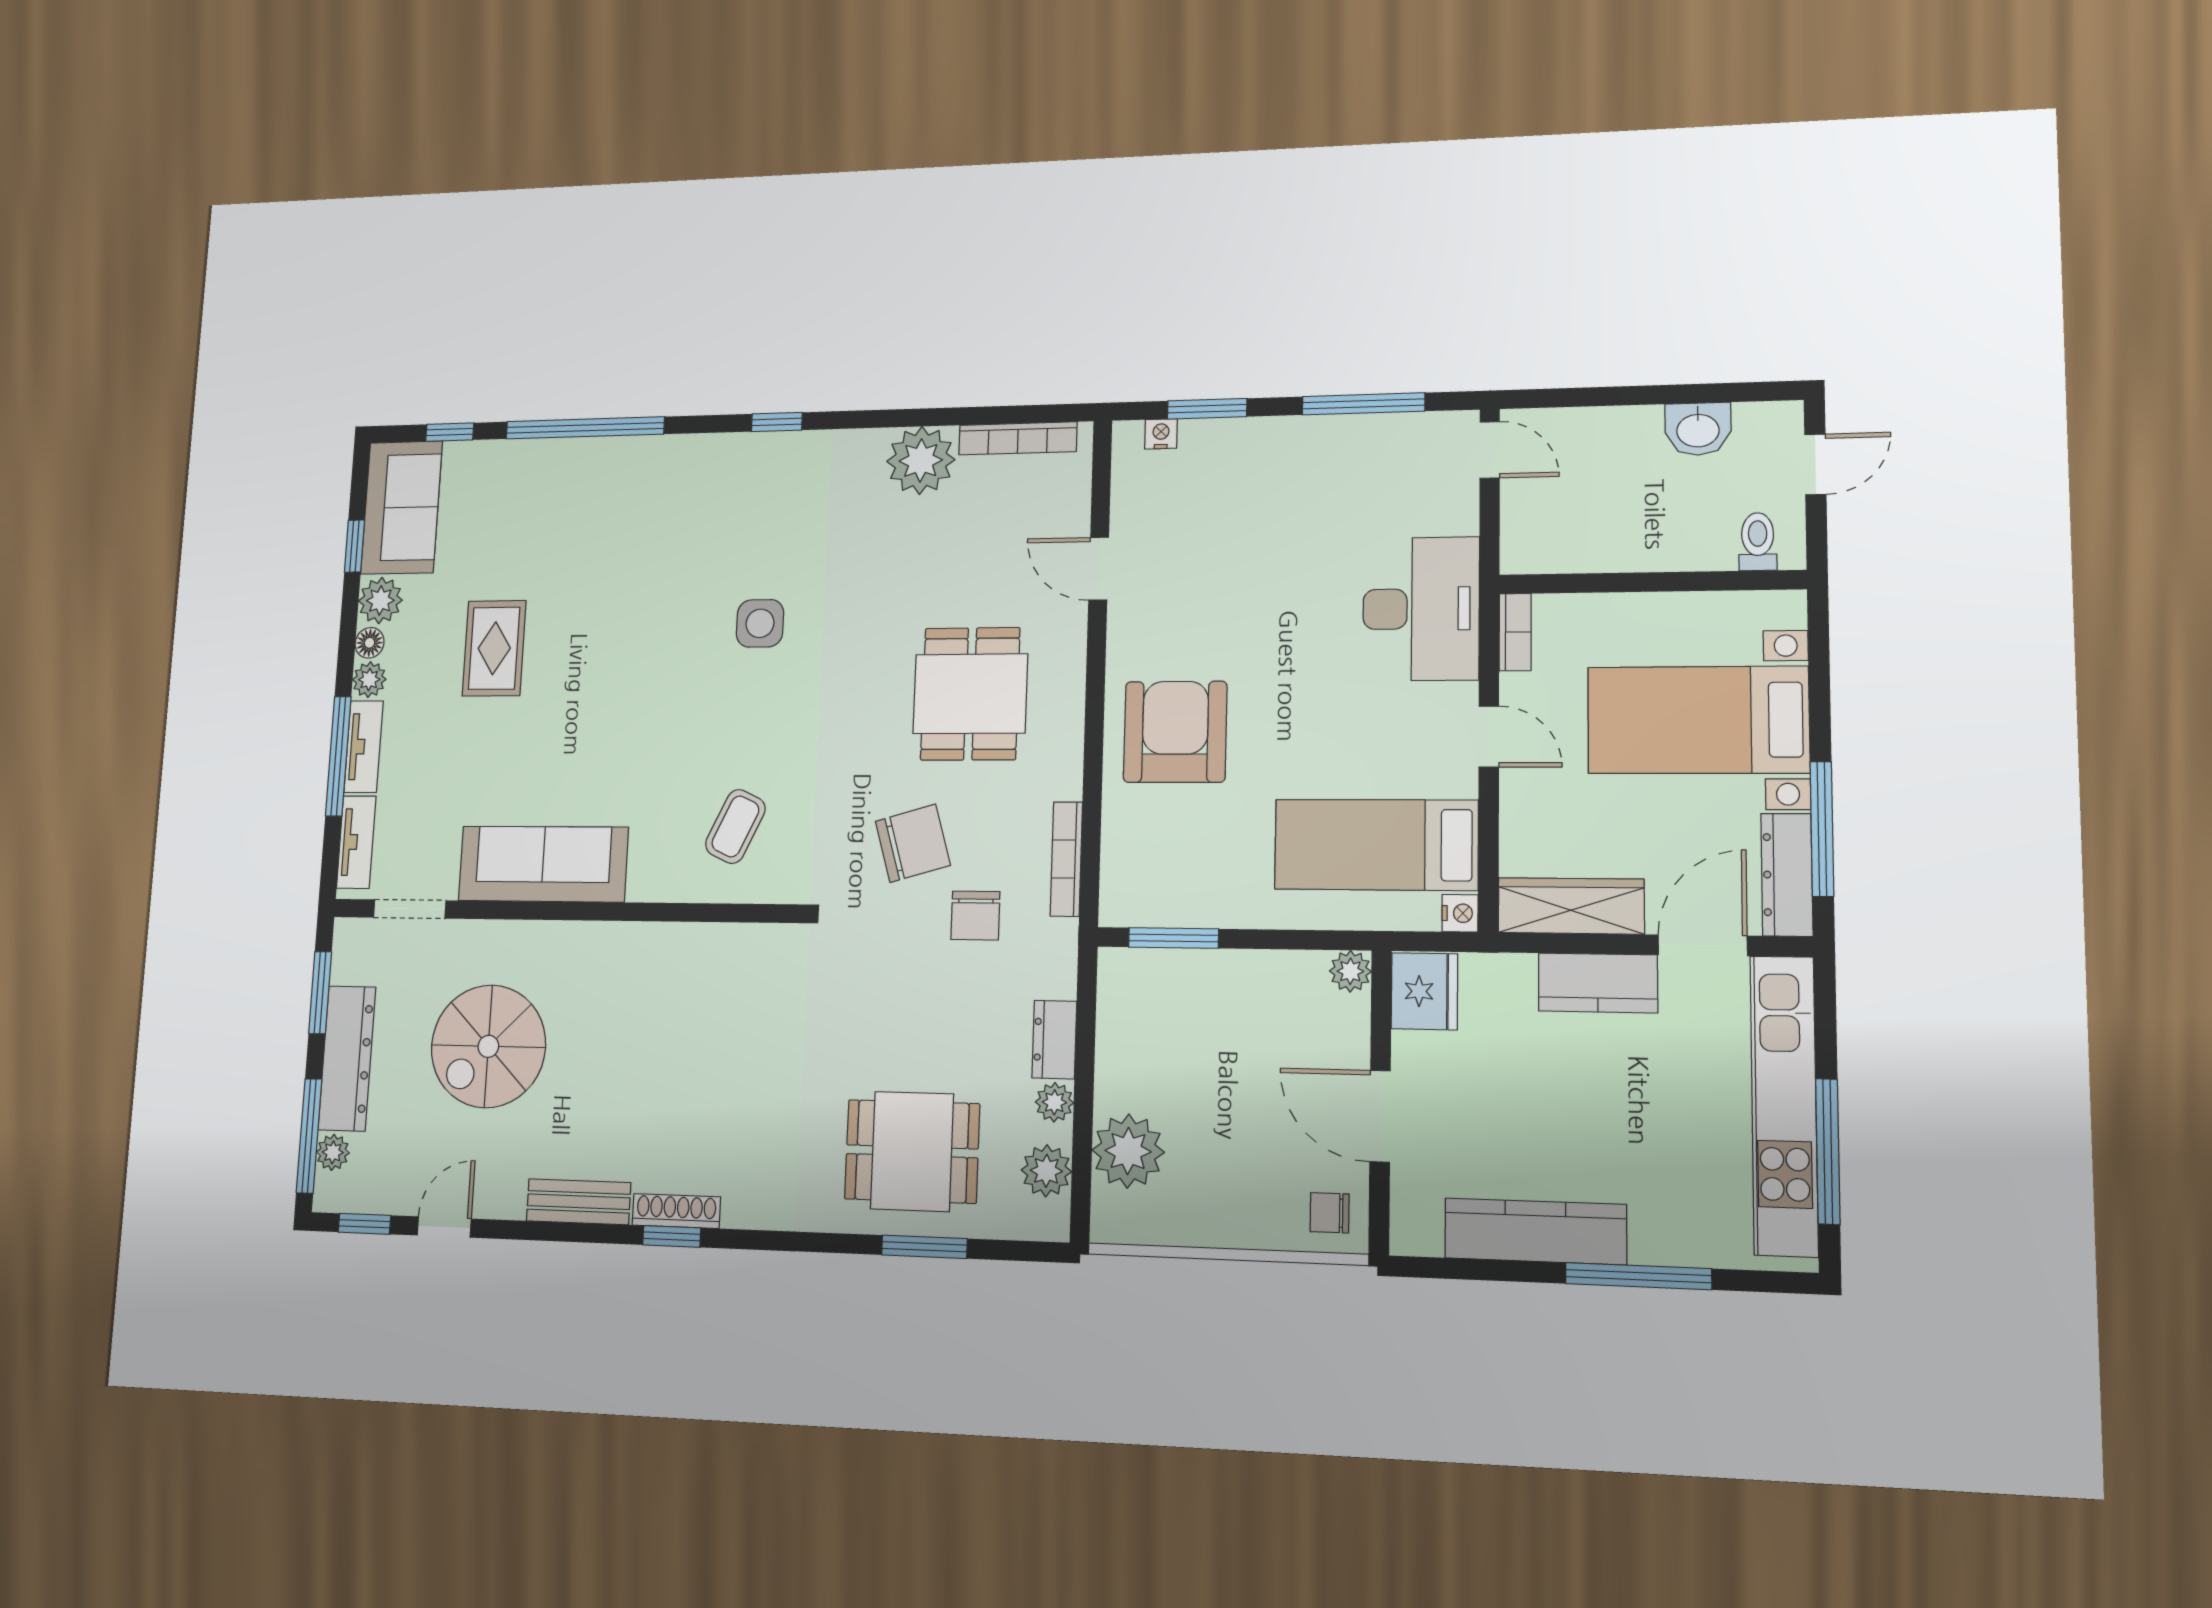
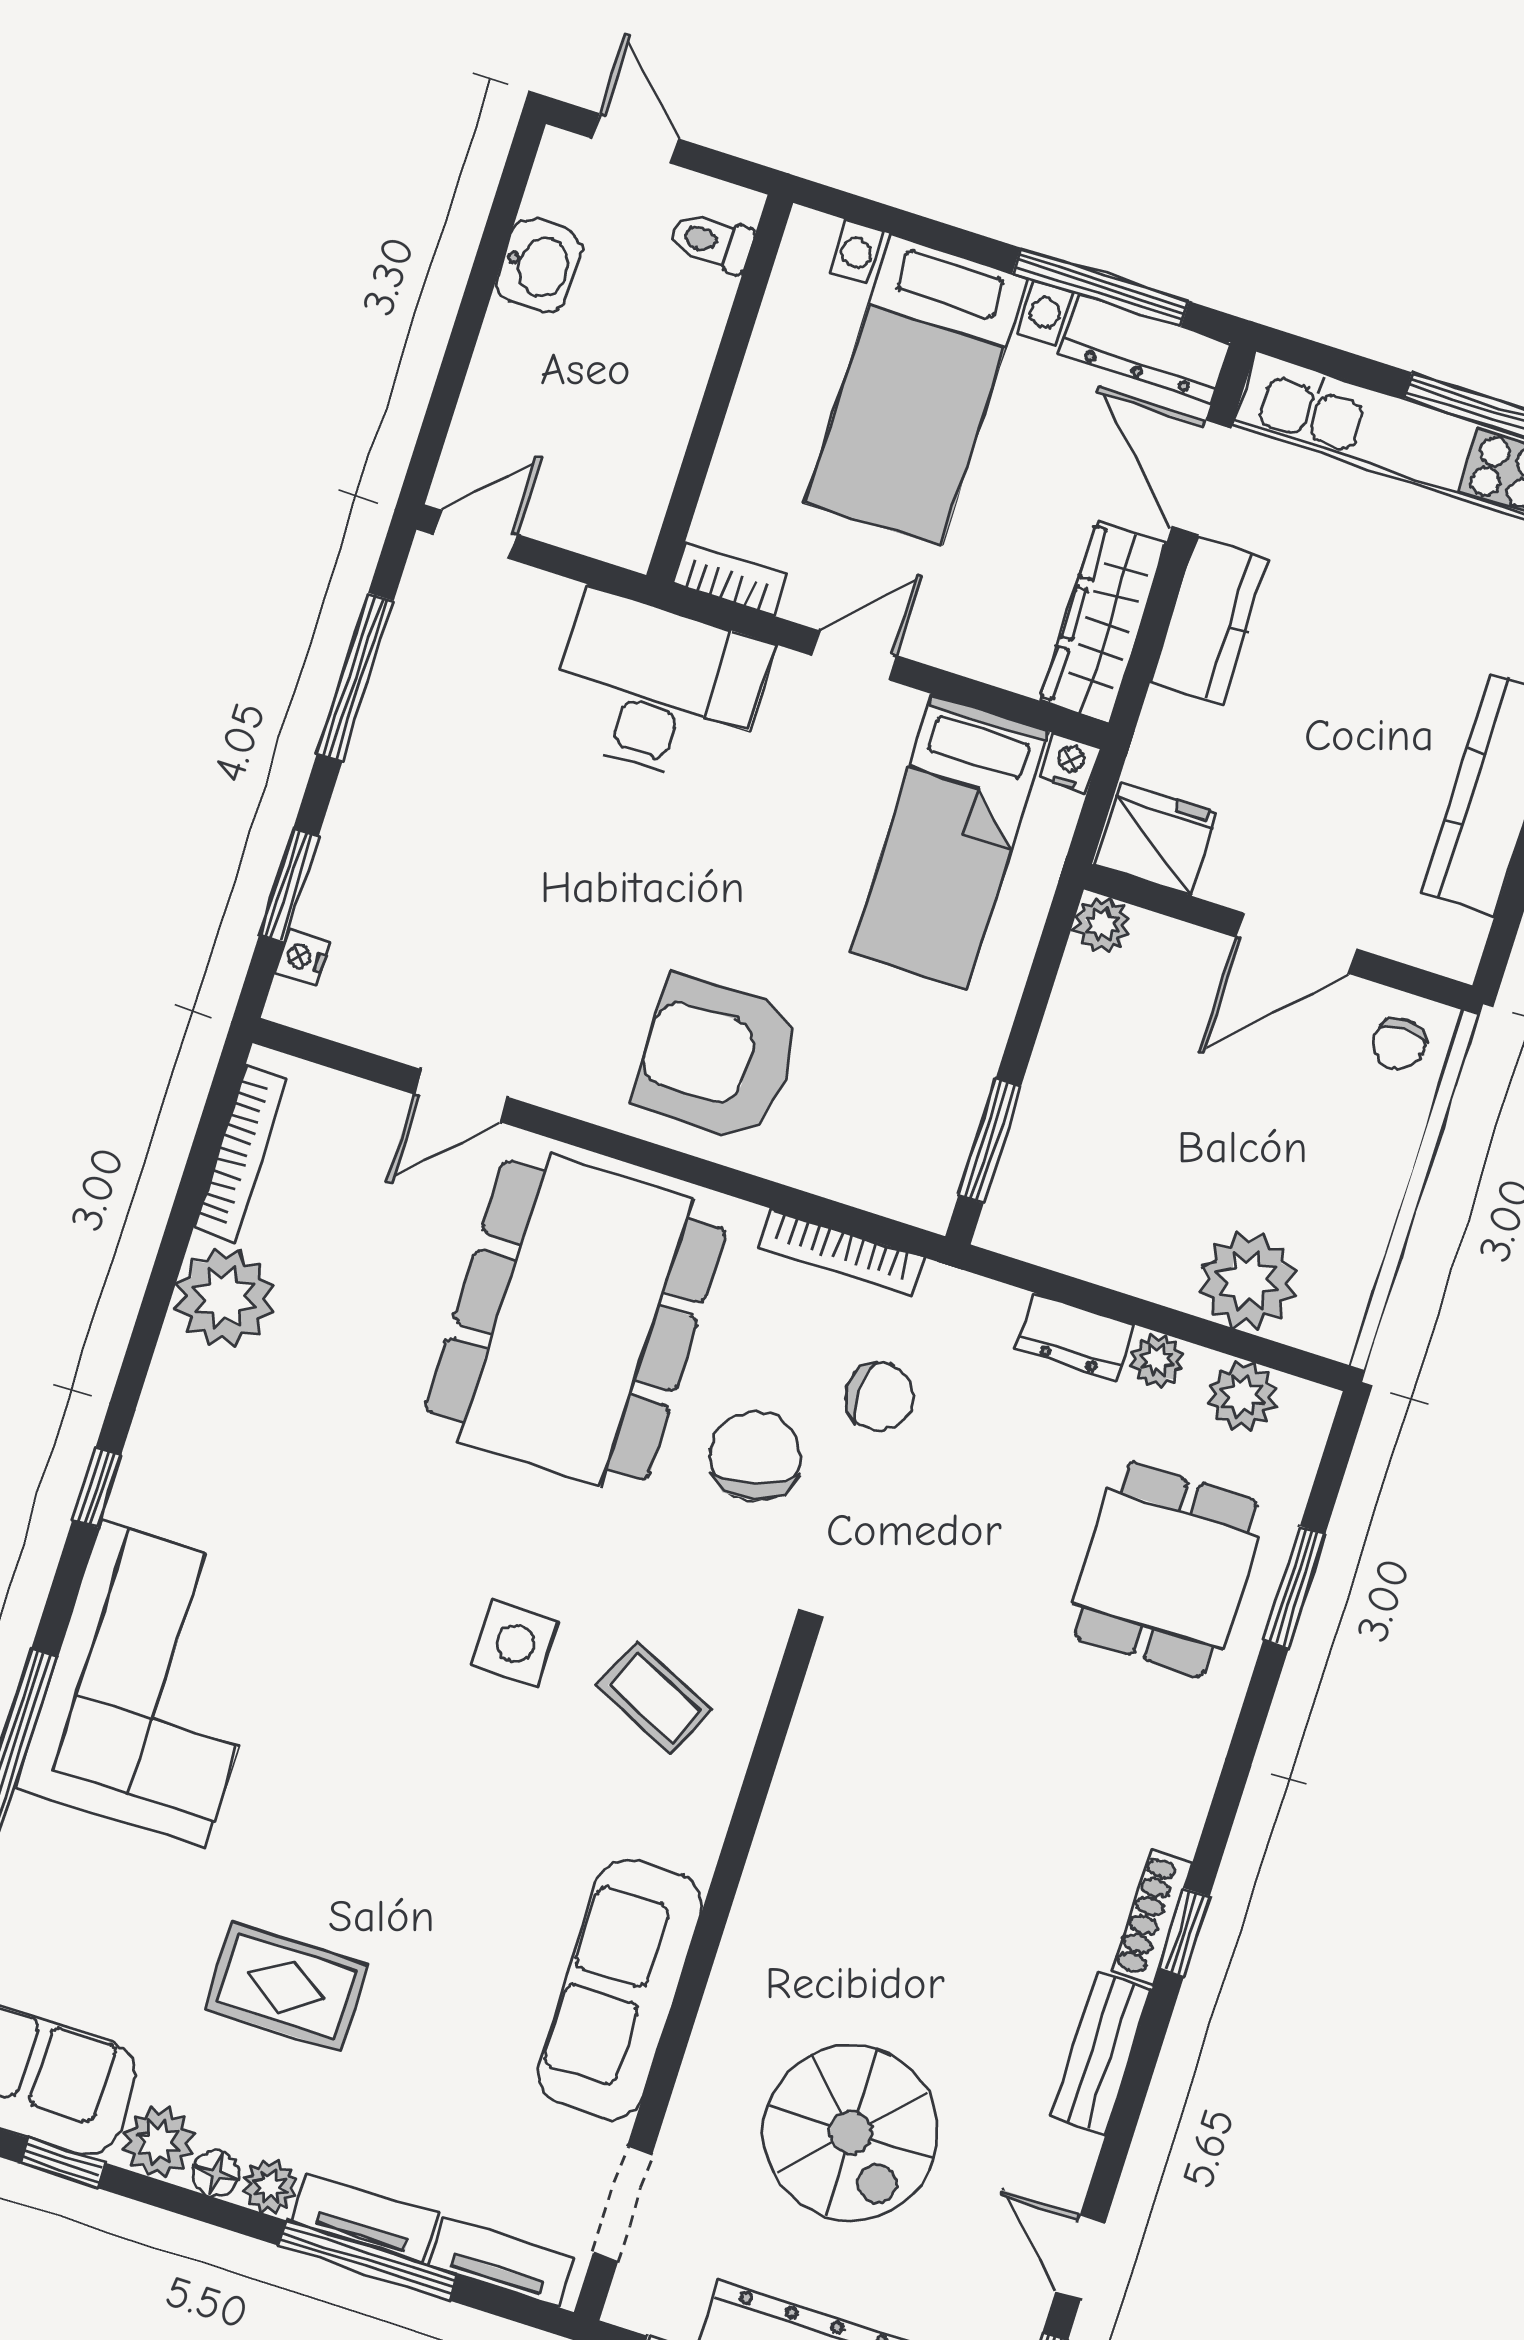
corner sofa: (661, 500) -> (153, 1684), added
side table: (760, 623) -> (515, 1644), moved
dining table: (970, 694) -> (576, 1320), width x1.88, depth x1.24

